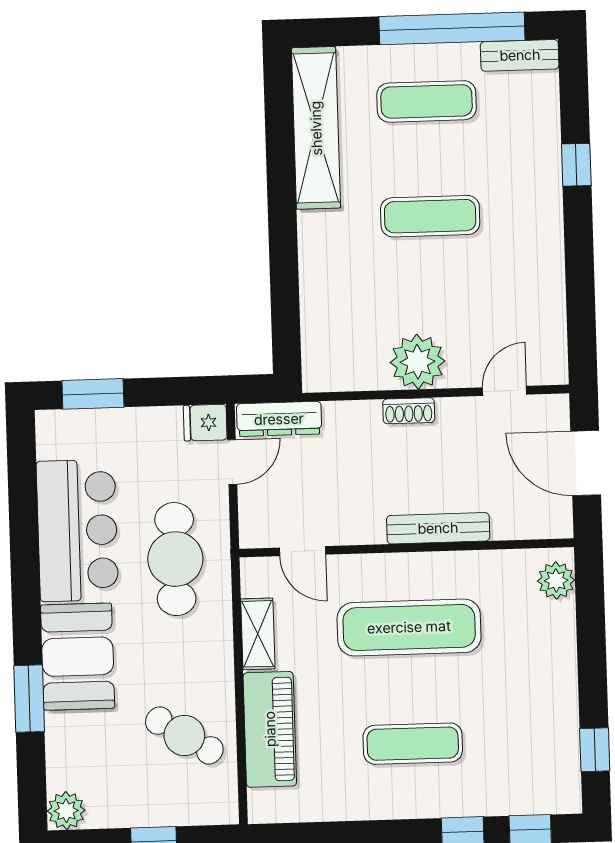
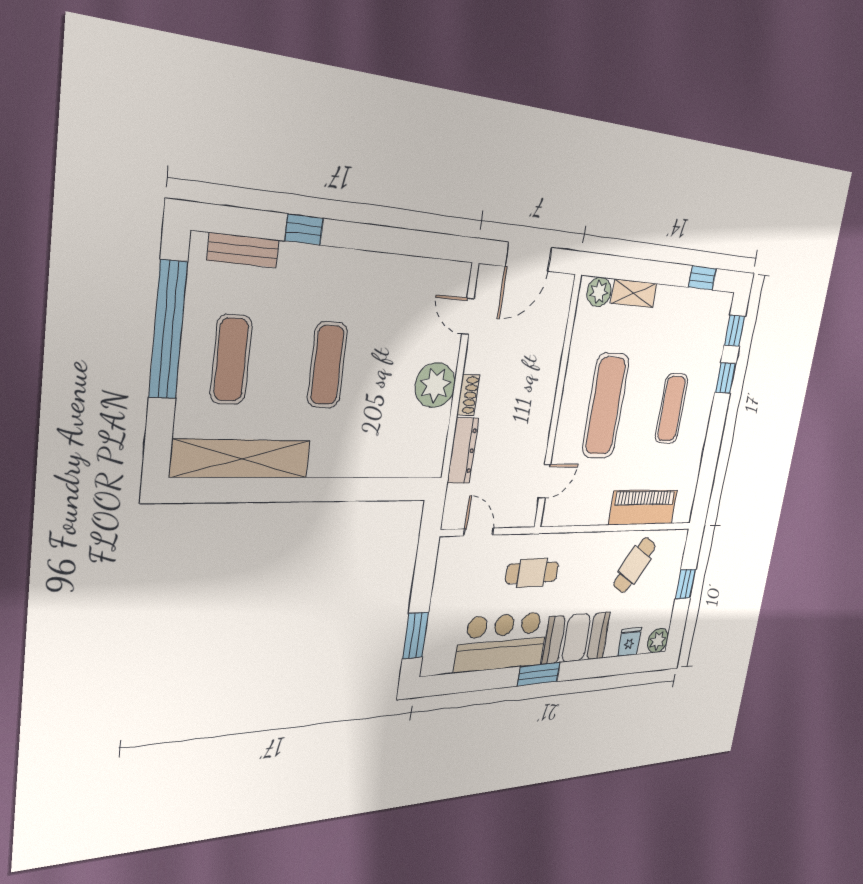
bench: (520, 55) -> (243, 250), moved, turned 90
dresser: (279, 419) -> (463, 451), moved
fridge: (205, 423) -> (629, 642), moved, turned 180
bench: (438, 528) -> (549, 379), removed
cafe table: (175, 559) -> (532, 573), width x0.73, depth x0.74
shelving: (258, 634) -> (634, 293), moved
window: (29, 699) -> (539, 674), moved

